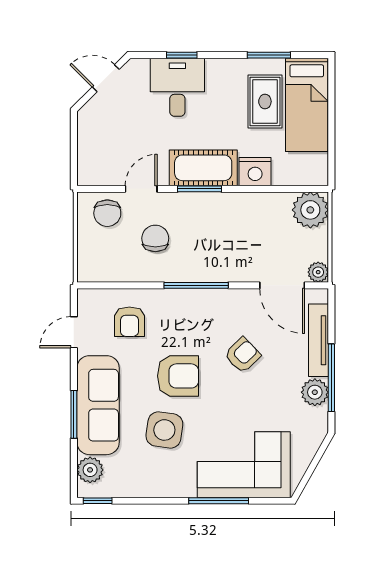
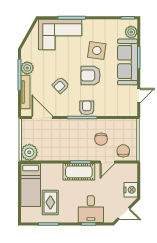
bed: (307, 105) -> (31, 185), moved, turned 180
nightstand: (255, 172) -> (131, 190), moved, turned 90
plant: (318, 272) -> (26, 124), removed
armchair: (129, 322) -> (87, 108), moved

